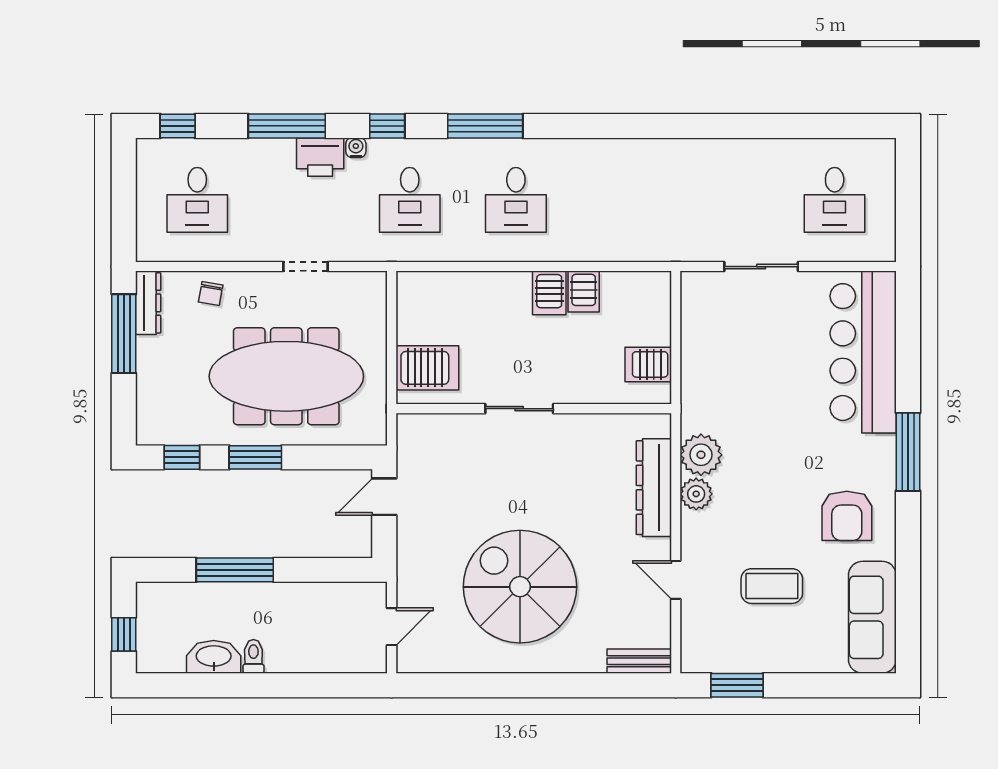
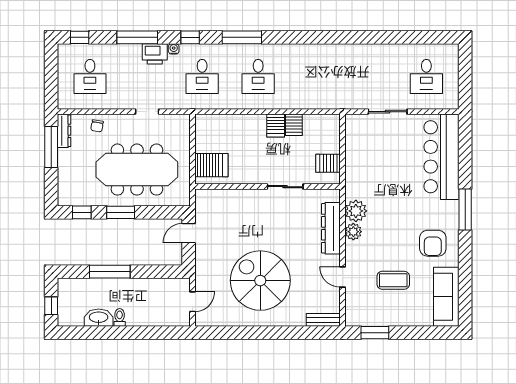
sliding door: (519, 409) -> (285, 187), moved

